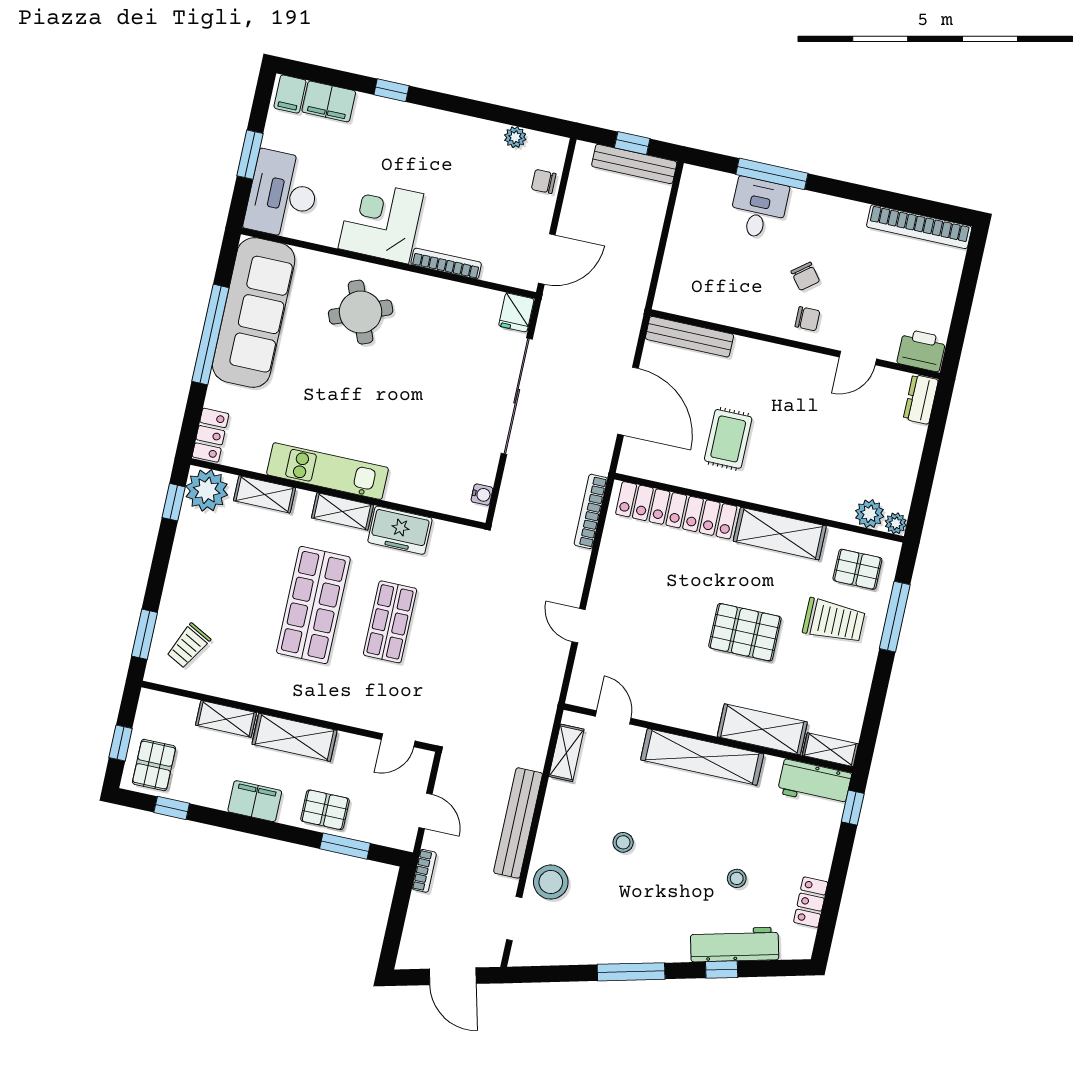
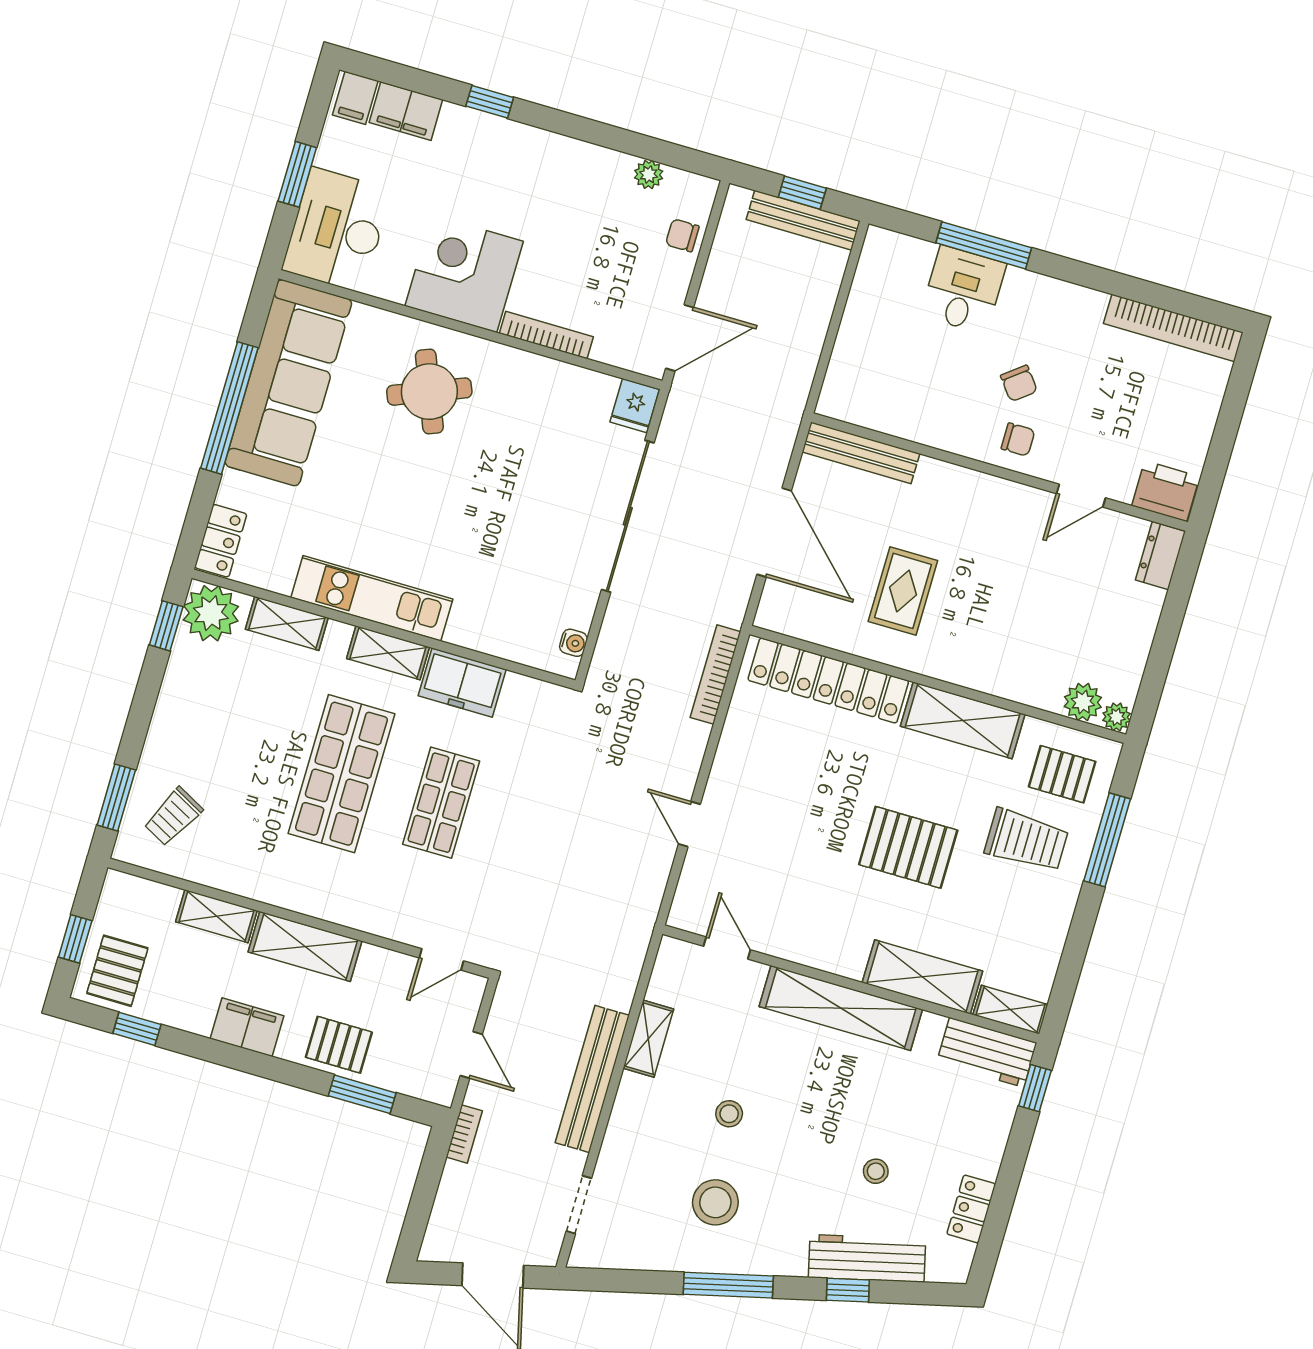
shelving: (566, 753) -> (648, 1039), moved
stool: (551, 882) -> (715, 1202), moved

